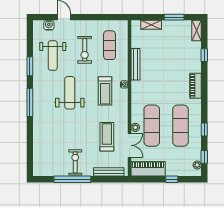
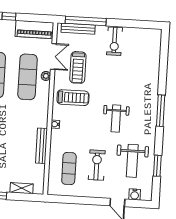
weight bench: (53, 55) -> (132, 161), turned 180
window: (30, 66) -> (157, 166), moved
treadmill: (105, 91) -> (73, 98), moved, turned 90
weight bench: (70, 93) -> (116, 118), width x0.73, depth x0.75
double door: (129, 145) -> (53, 57), swing flipped
window: (72, 179) -> (86, 21), moved

